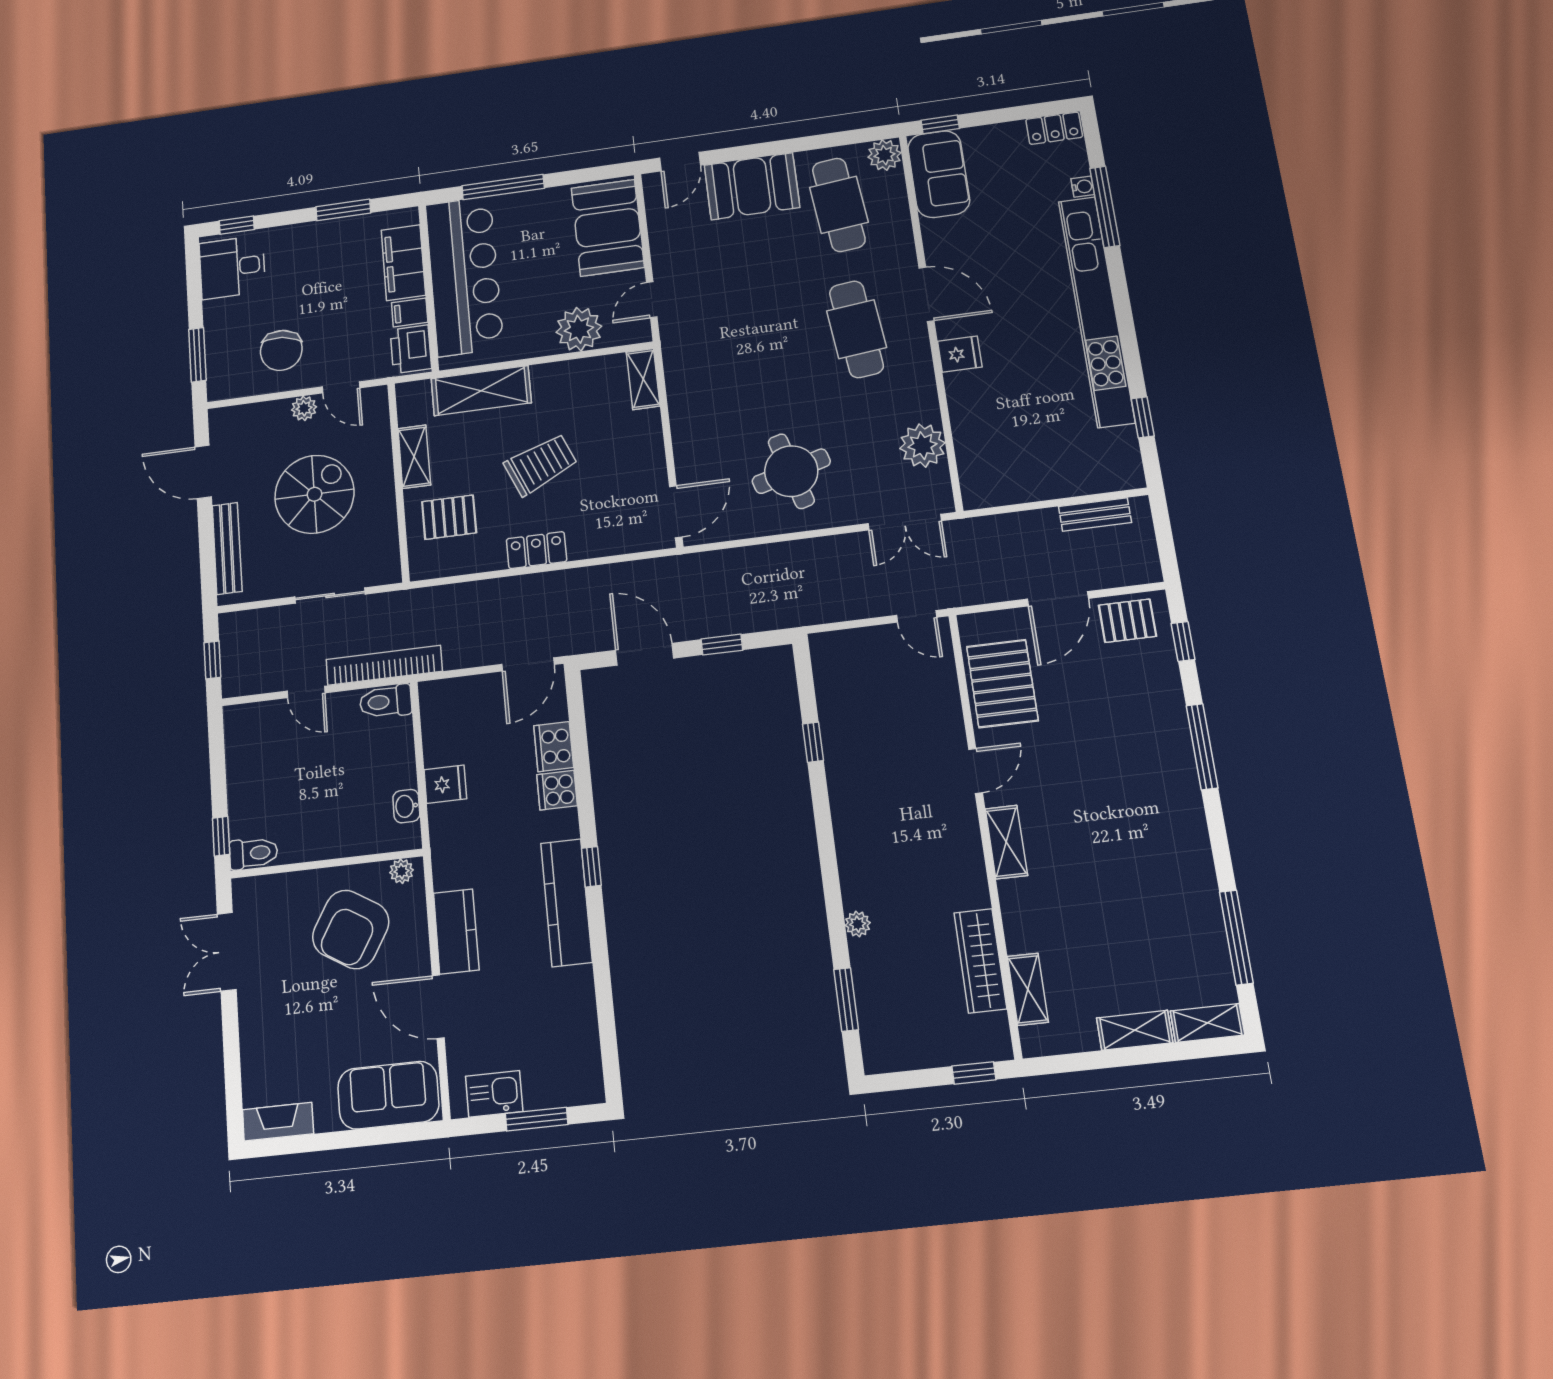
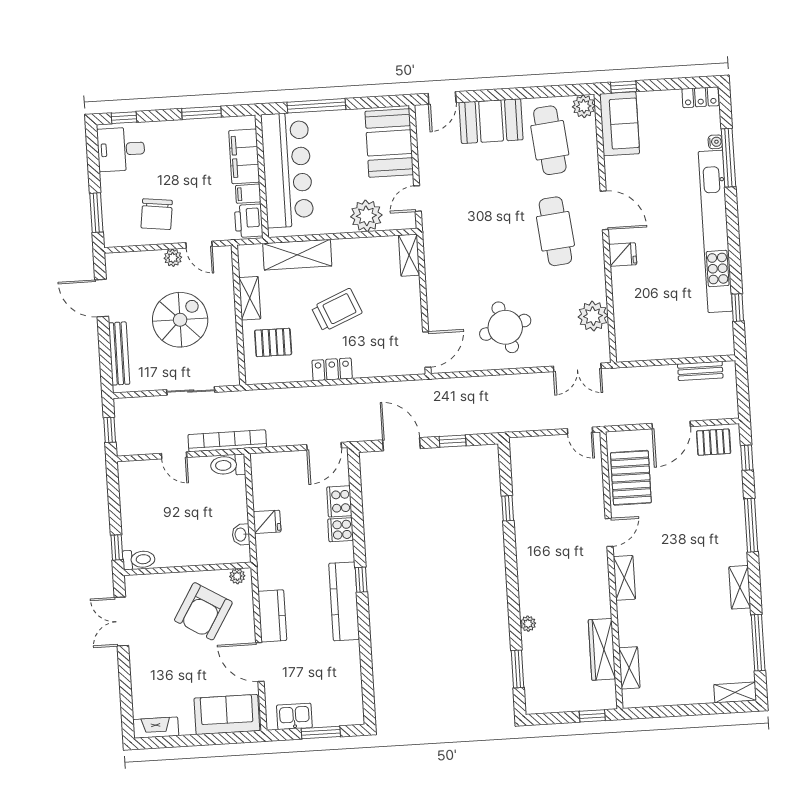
shelving: (1135, 1030) -> (740, 587), moved, turned 90

